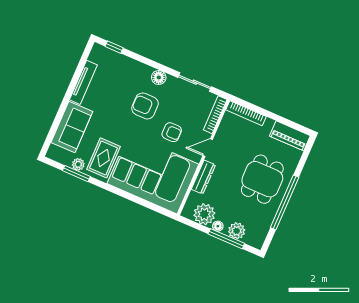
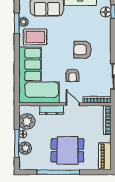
floor lamp: (159, 77) -> (106, 12), moved
armchair: (145, 106) -> (82, 50), turned -90

